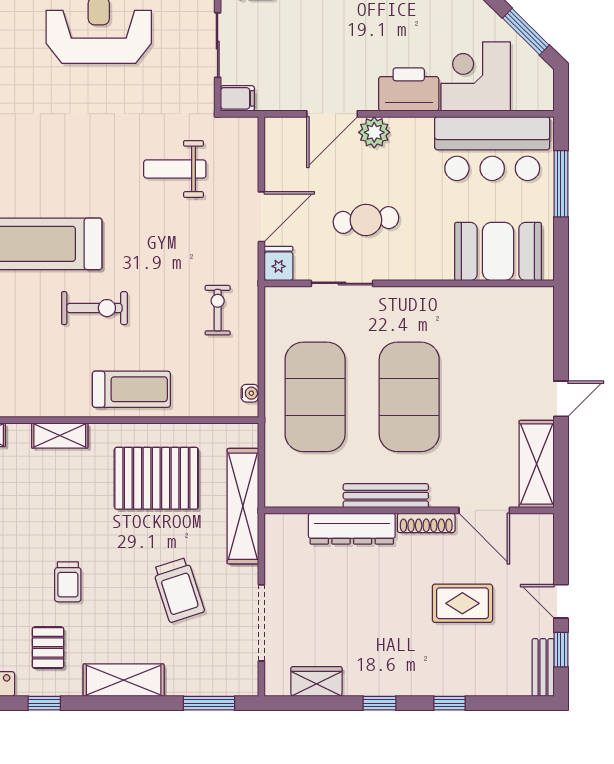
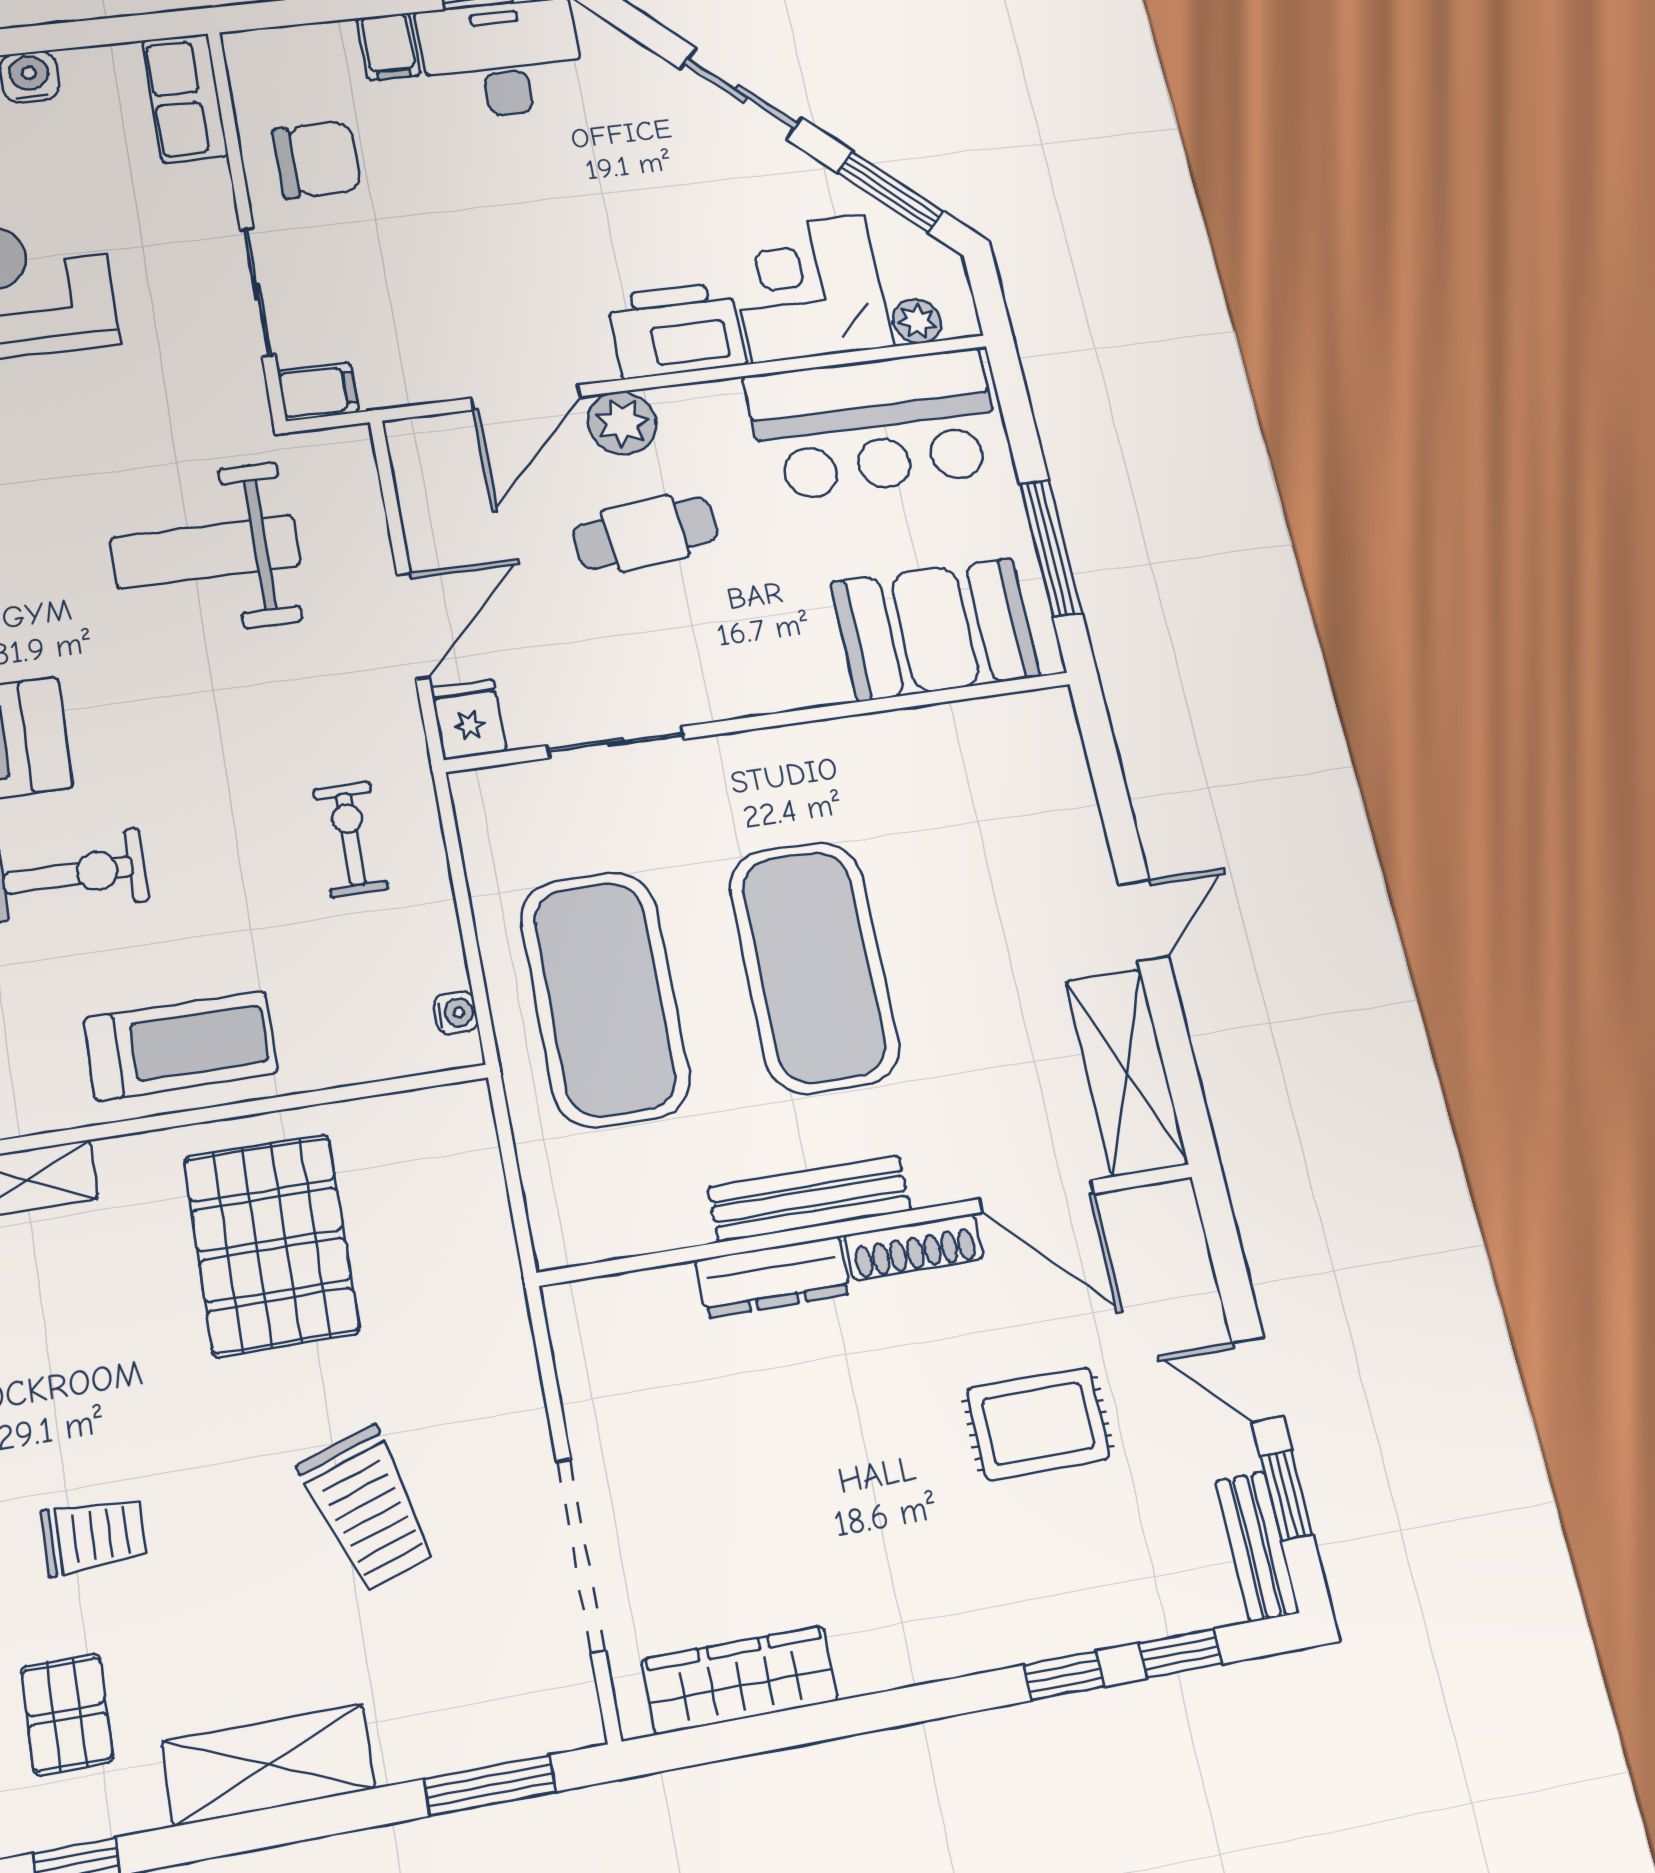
plant: (524, 100) -> (917, 321), added
weight bench: (175, 169) -> (205, 552), width x1.36, depth x1.33
window: (561, 184) -> (1051, 548), moved
cafe table: (366, 220) -> (645, 533), moved
pallet: (156, 478) -> (271, 1245), turned 90
shelving: (243, 506) -> (486, 1278), removed
dresser: (352, 529) -> (773, 1277), width x0.73, depth x0.80
trolley: (68, 582) -> (94, 1536), turned -90
wardrobe: (316, 682) -> (740, 1680), width x1.50
window: (379, 703) -> (1181, 1653), moved

